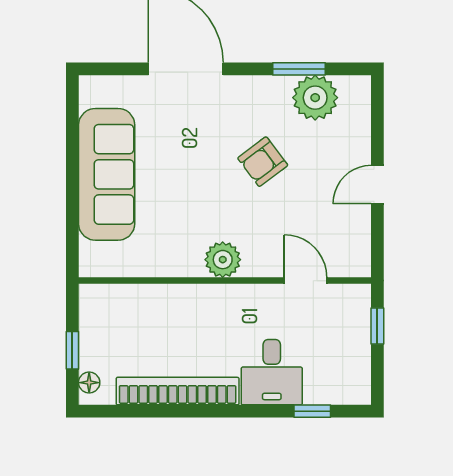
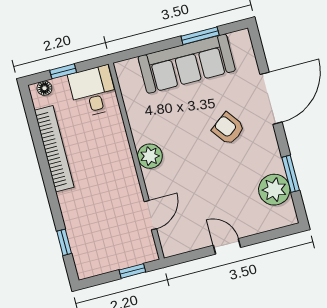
window: (72, 145) -> (200, 36), added
armchair: (263, 162) -> (228, 129), moved
desk: (272, 372) -> (93, 91), moved, turned 90

